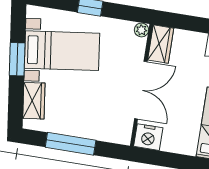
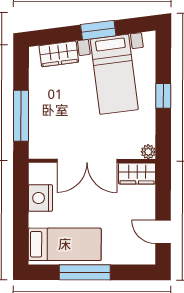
nightstand: (148, 137) -> (40, 198), moved
window: (71, 144) -> (21, 116), moved

